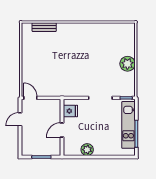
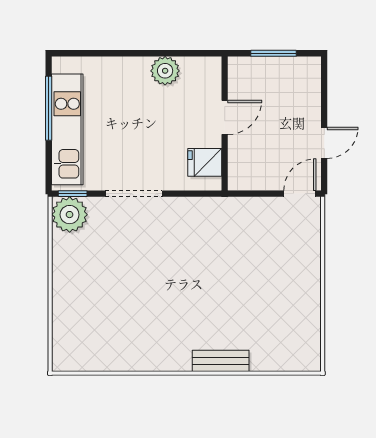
bench: (44, 27) -> (221, 361), moved
plant: (127, 64) -> (70, 215), moved
door: (30, 98) -> (300, 194), swing flipped

